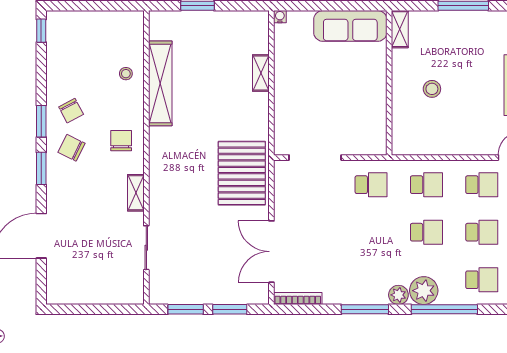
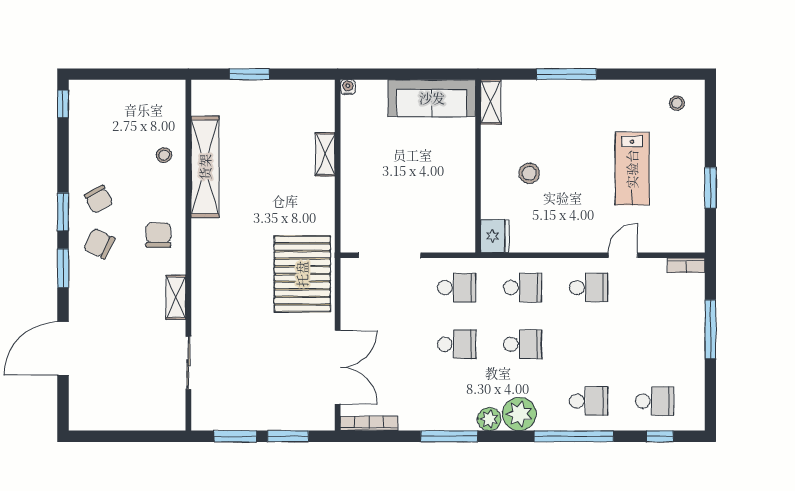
fridge: (403, 141) -> (495, 236), added
school desk: (482, 232) -> (457, 344), moved
double door: (271, 252) -> (338, 367), swing flipped
window: (444, 309) -> (574, 436), moved

